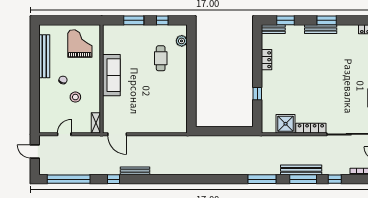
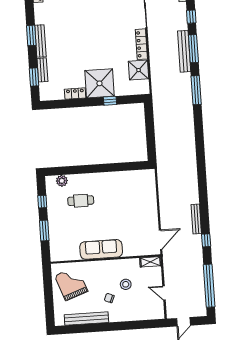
bench: (273, 29) -> (42, 70), moved
grand piano: (80, 43) -> (71, 283), turned 70
shower: (275, 84) -> (99, 83), added

